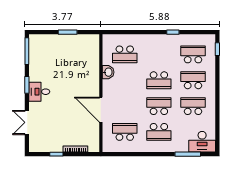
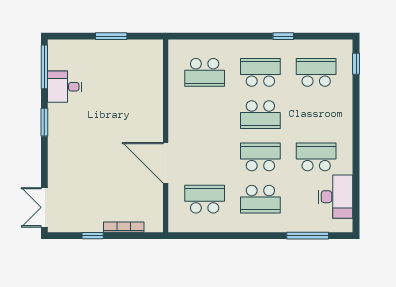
washbasin: (108, 72) -> (177, 101), removed
school desk: (193, 80) -> (260, 72), moved
desk: (39, 92) -> (65, 87), moved
double door: (27, 122) -> (44, 207), moved
desk: (202, 142) -> (336, 197), moved, turned -90

